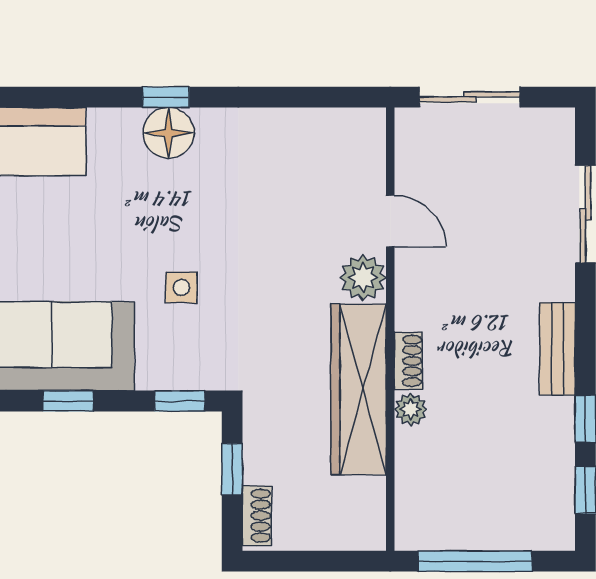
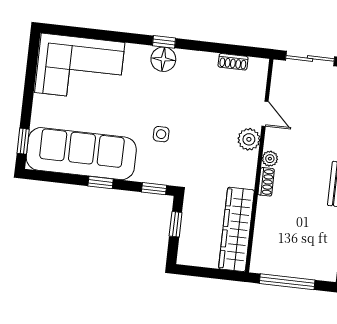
wardrobe: (359, 389) -> (236, 229), moved
plant: (411, 409) -> (270, 159), moved
shoe rack: (257, 516) -> (233, 62), moved, turned 90

